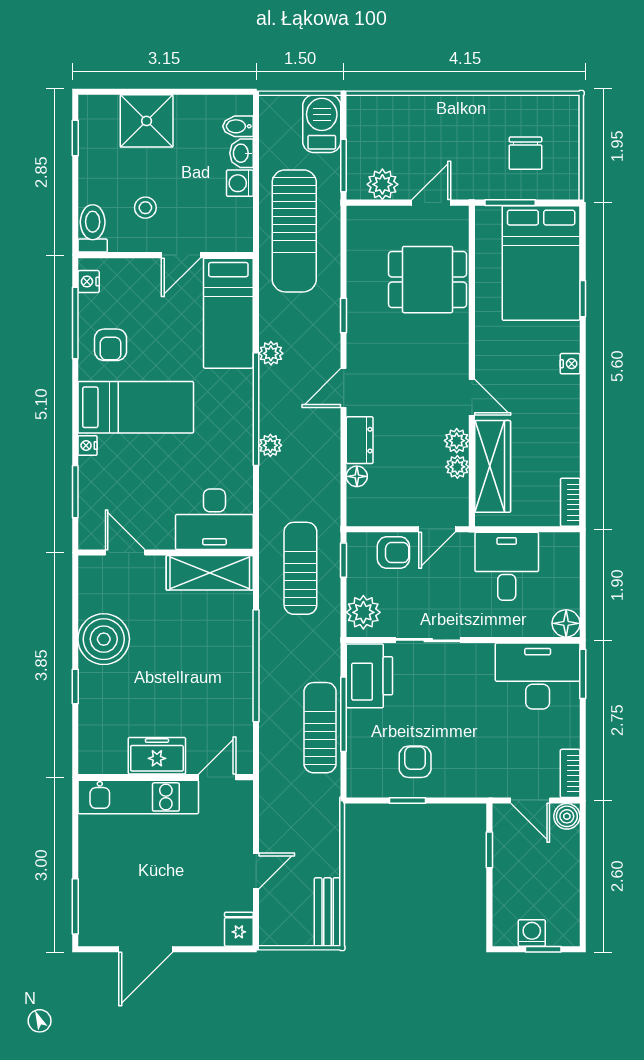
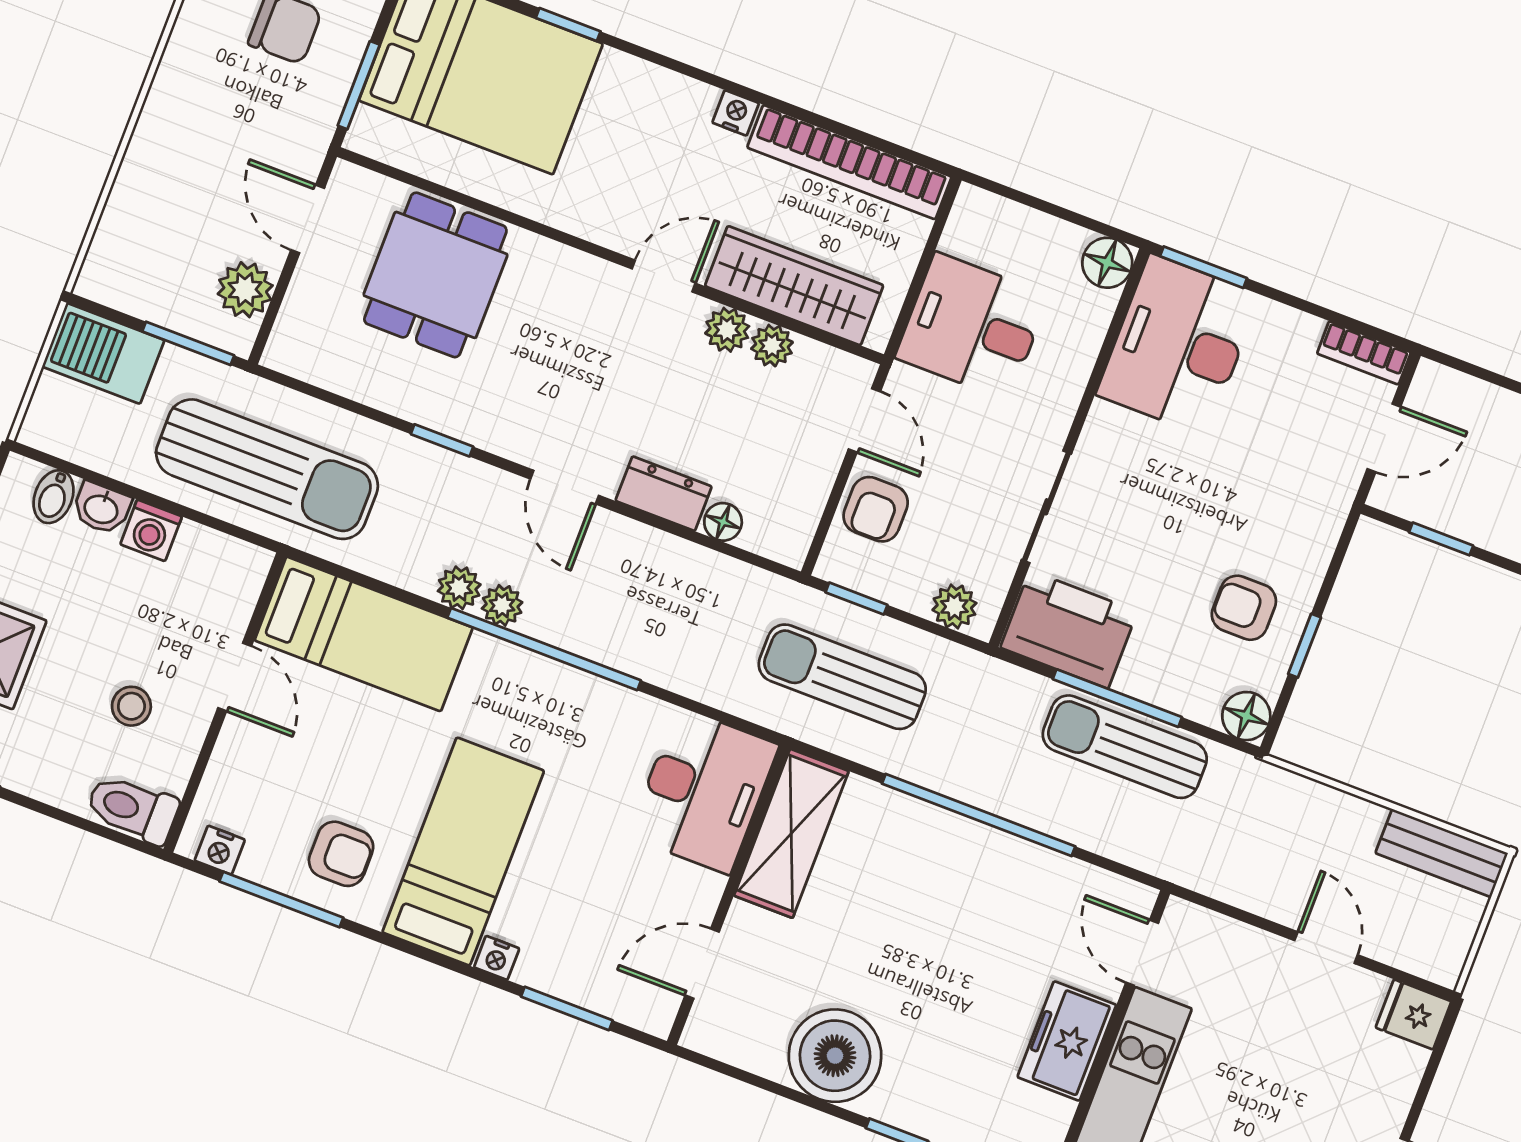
nightstand: (570, 364) -> (736, 113), moved
plant: (270, 445) -> (502, 605), moved
bookcase: (570, 502) -> (849, 162), width x2.31, depth x1.31
armchair: (393, 553) -> (876, 509), turned 180
plant: (363, 612) -> (954, 607), width x0.73, depth x0.73
floor lamp: (360, 784) -> (1246, 716), added
boiler: (567, 816) -> (1434, 386), removed

